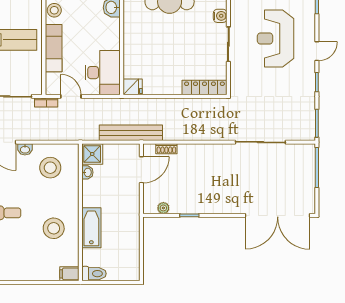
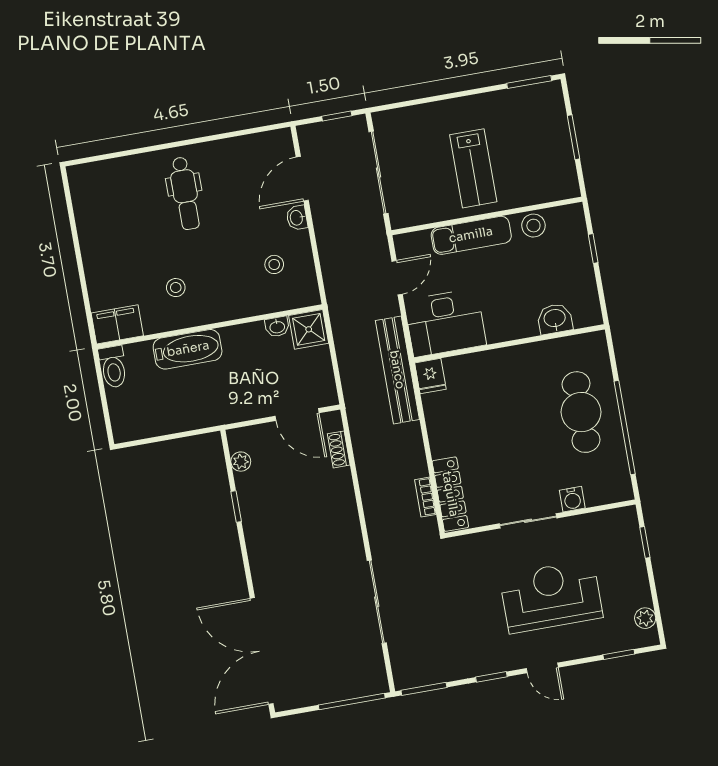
bookcase: (46, 102) -> (425, 497), moved
bench: (131, 133) -> (397, 370), moved
stool: (50, 168) -> (274, 264), width x0.53, depth x0.53
stool: (54, 228) -> (176, 288), width x0.53, depth x0.53
filing cabinet: (69, 274) -> (117, 324), width x2.00

